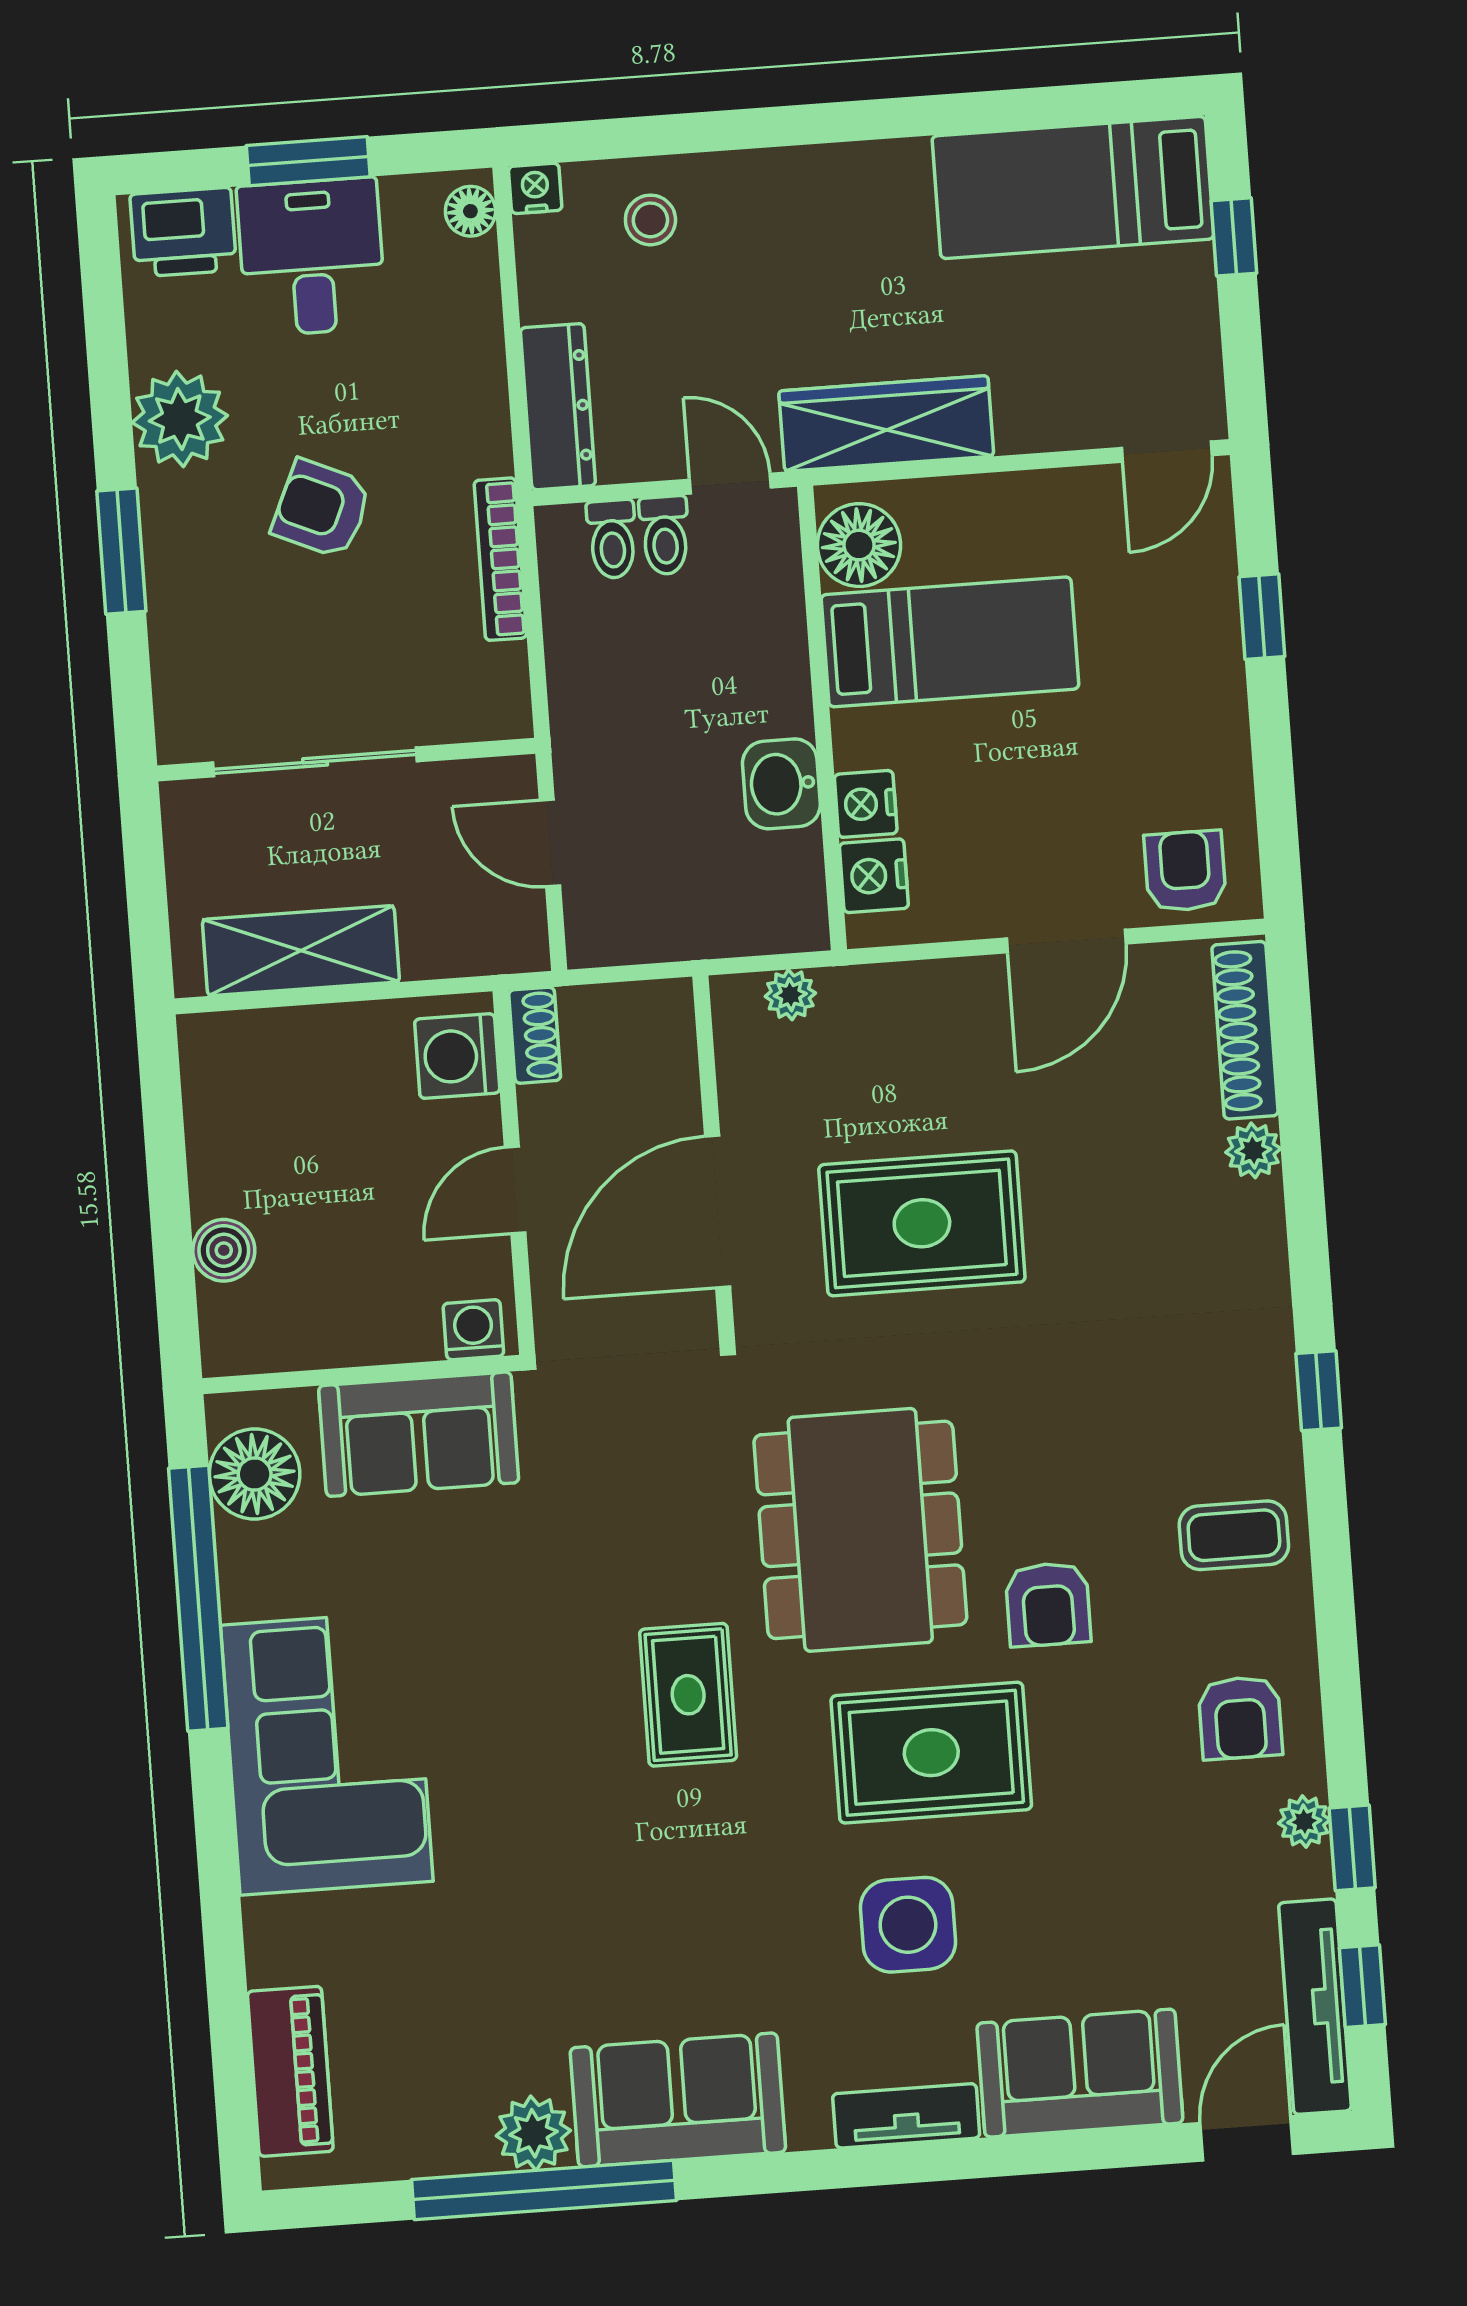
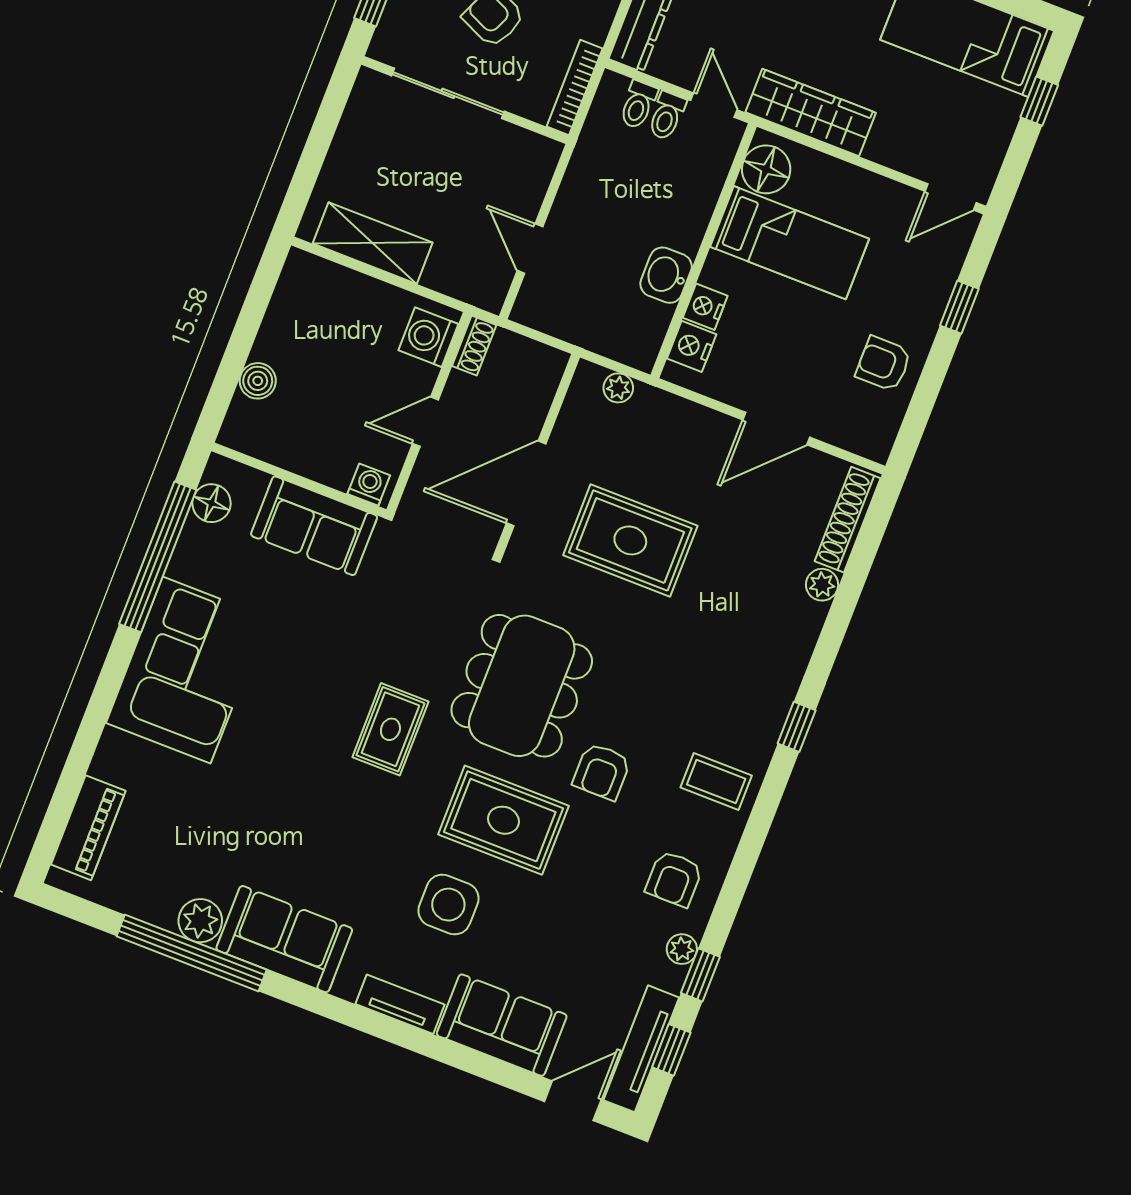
wall: (346, 760) -> (465, 100), moved
sliding door: (315, 762) -> (448, 93), moved
armchair: (1185, 871) -> (883, 364), moved, turned -90
floor lamp: (255, 1474) -> (211, 503), width x0.73, depth x0.73

